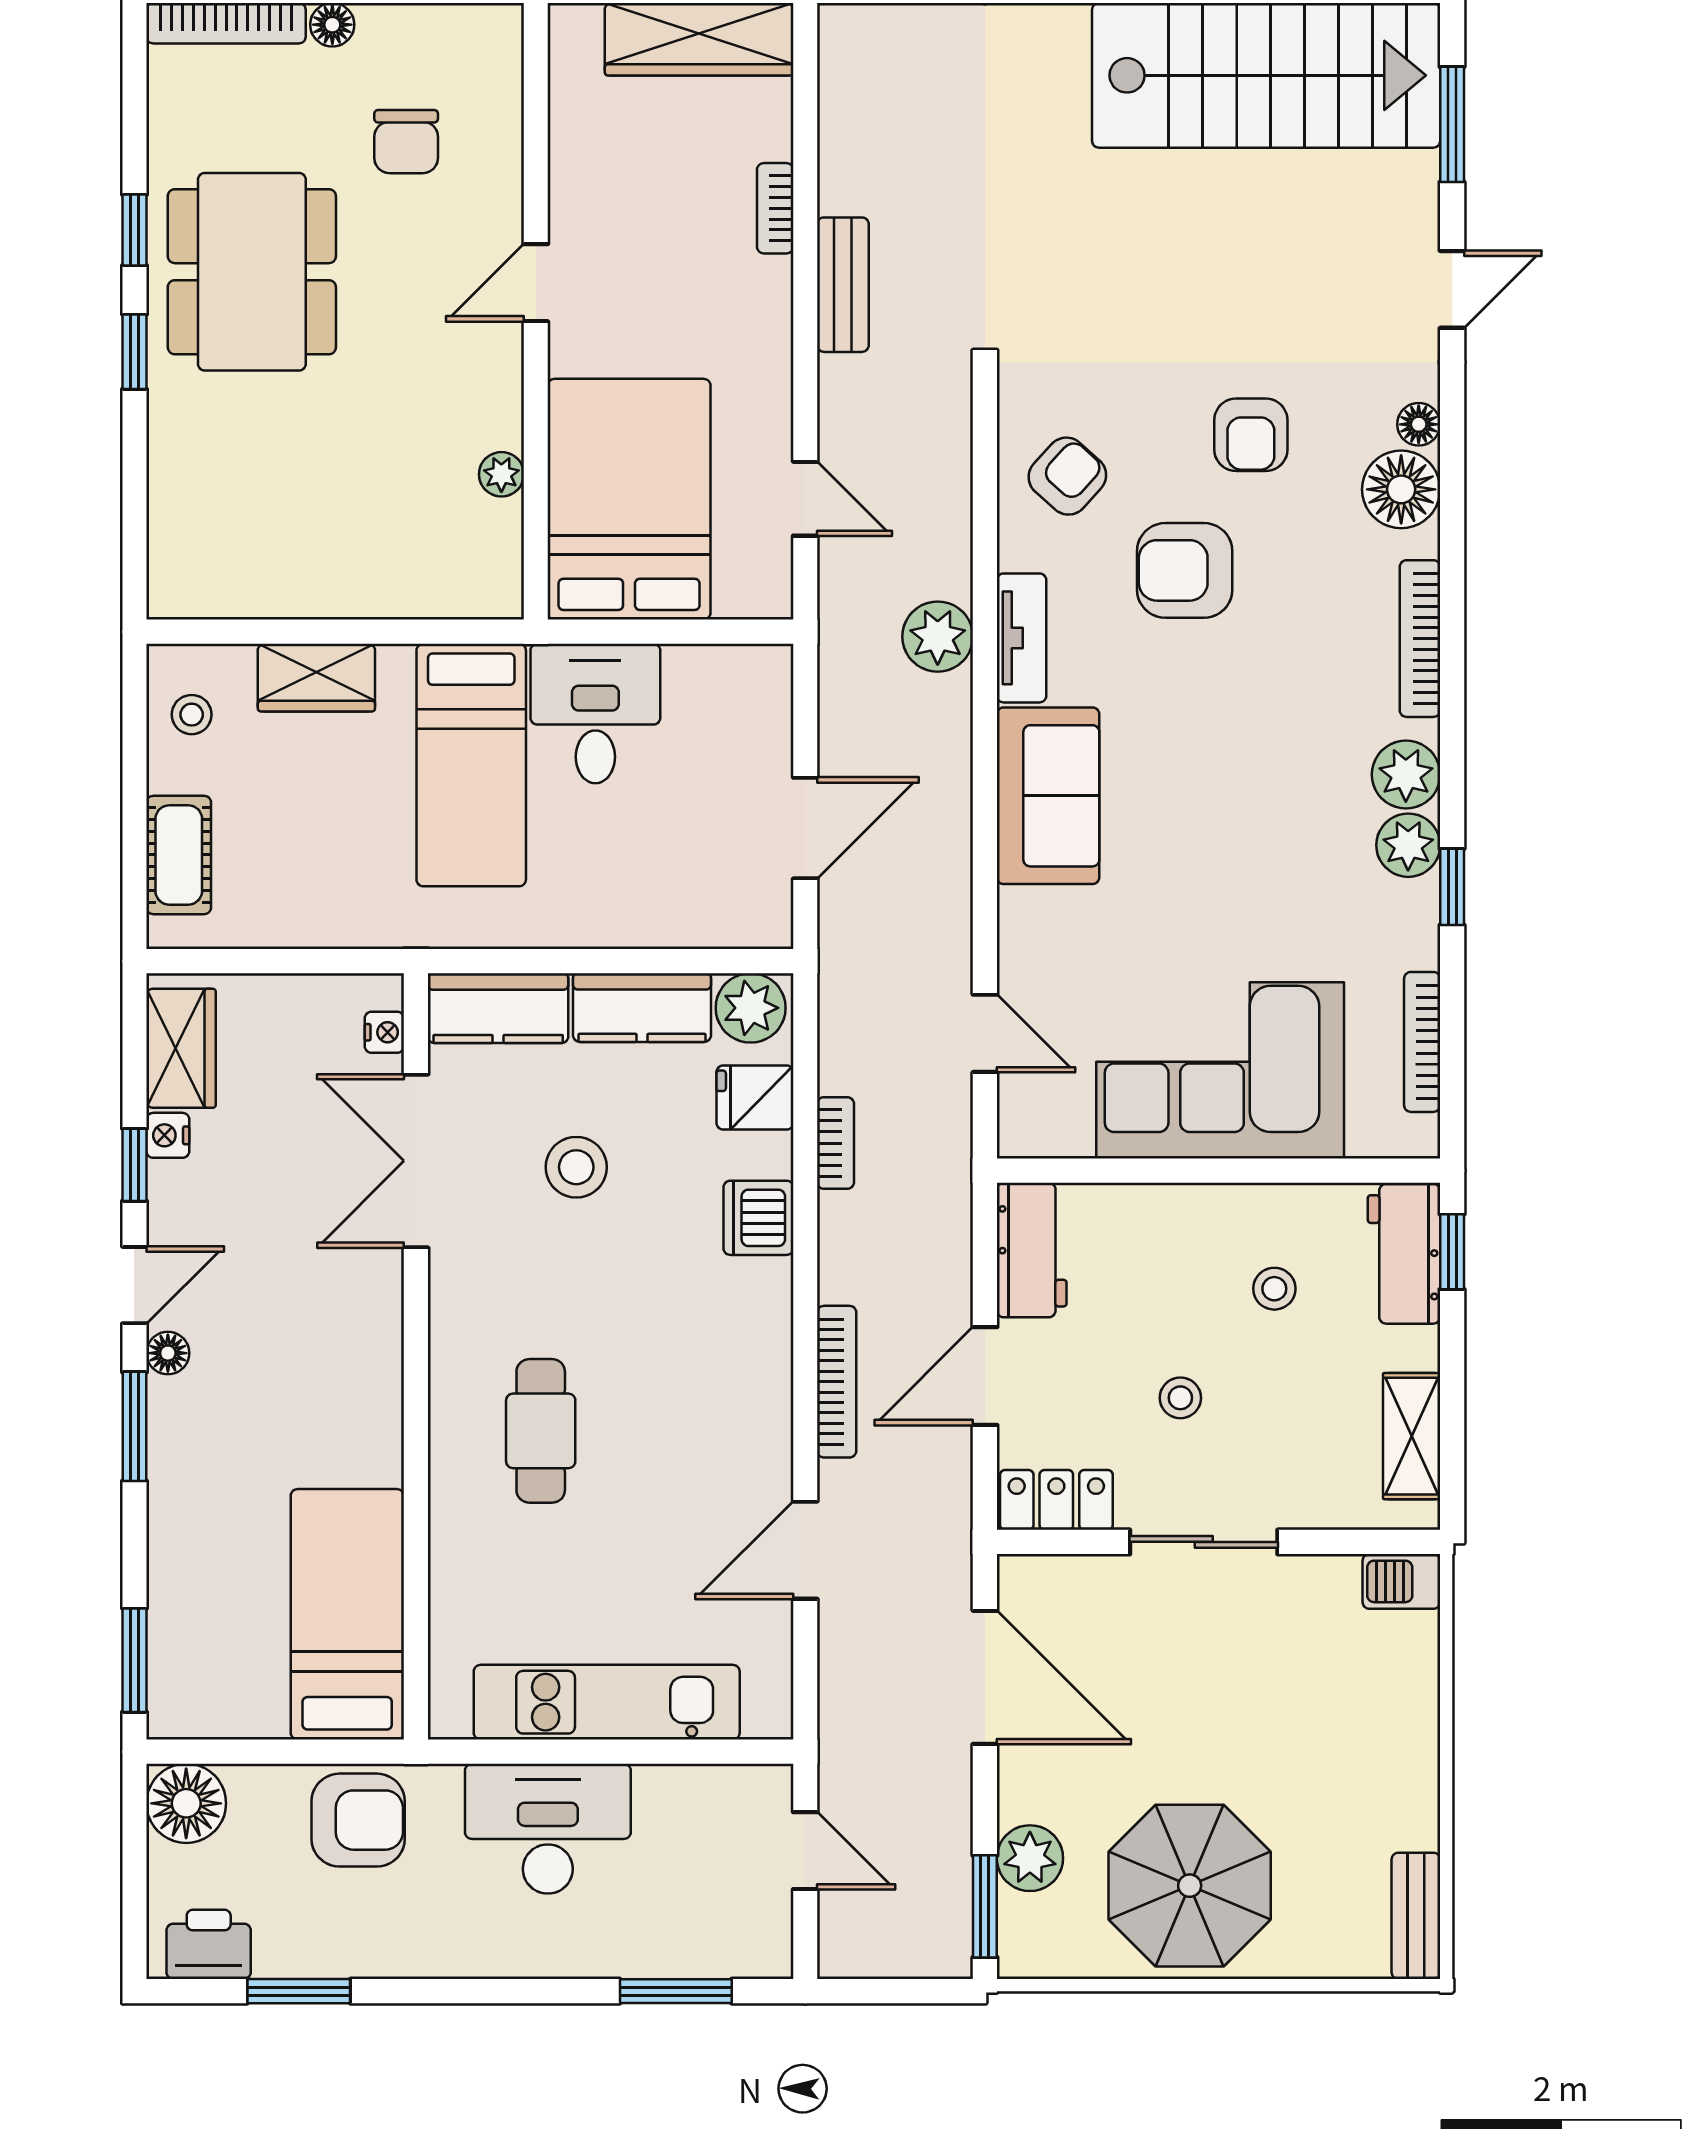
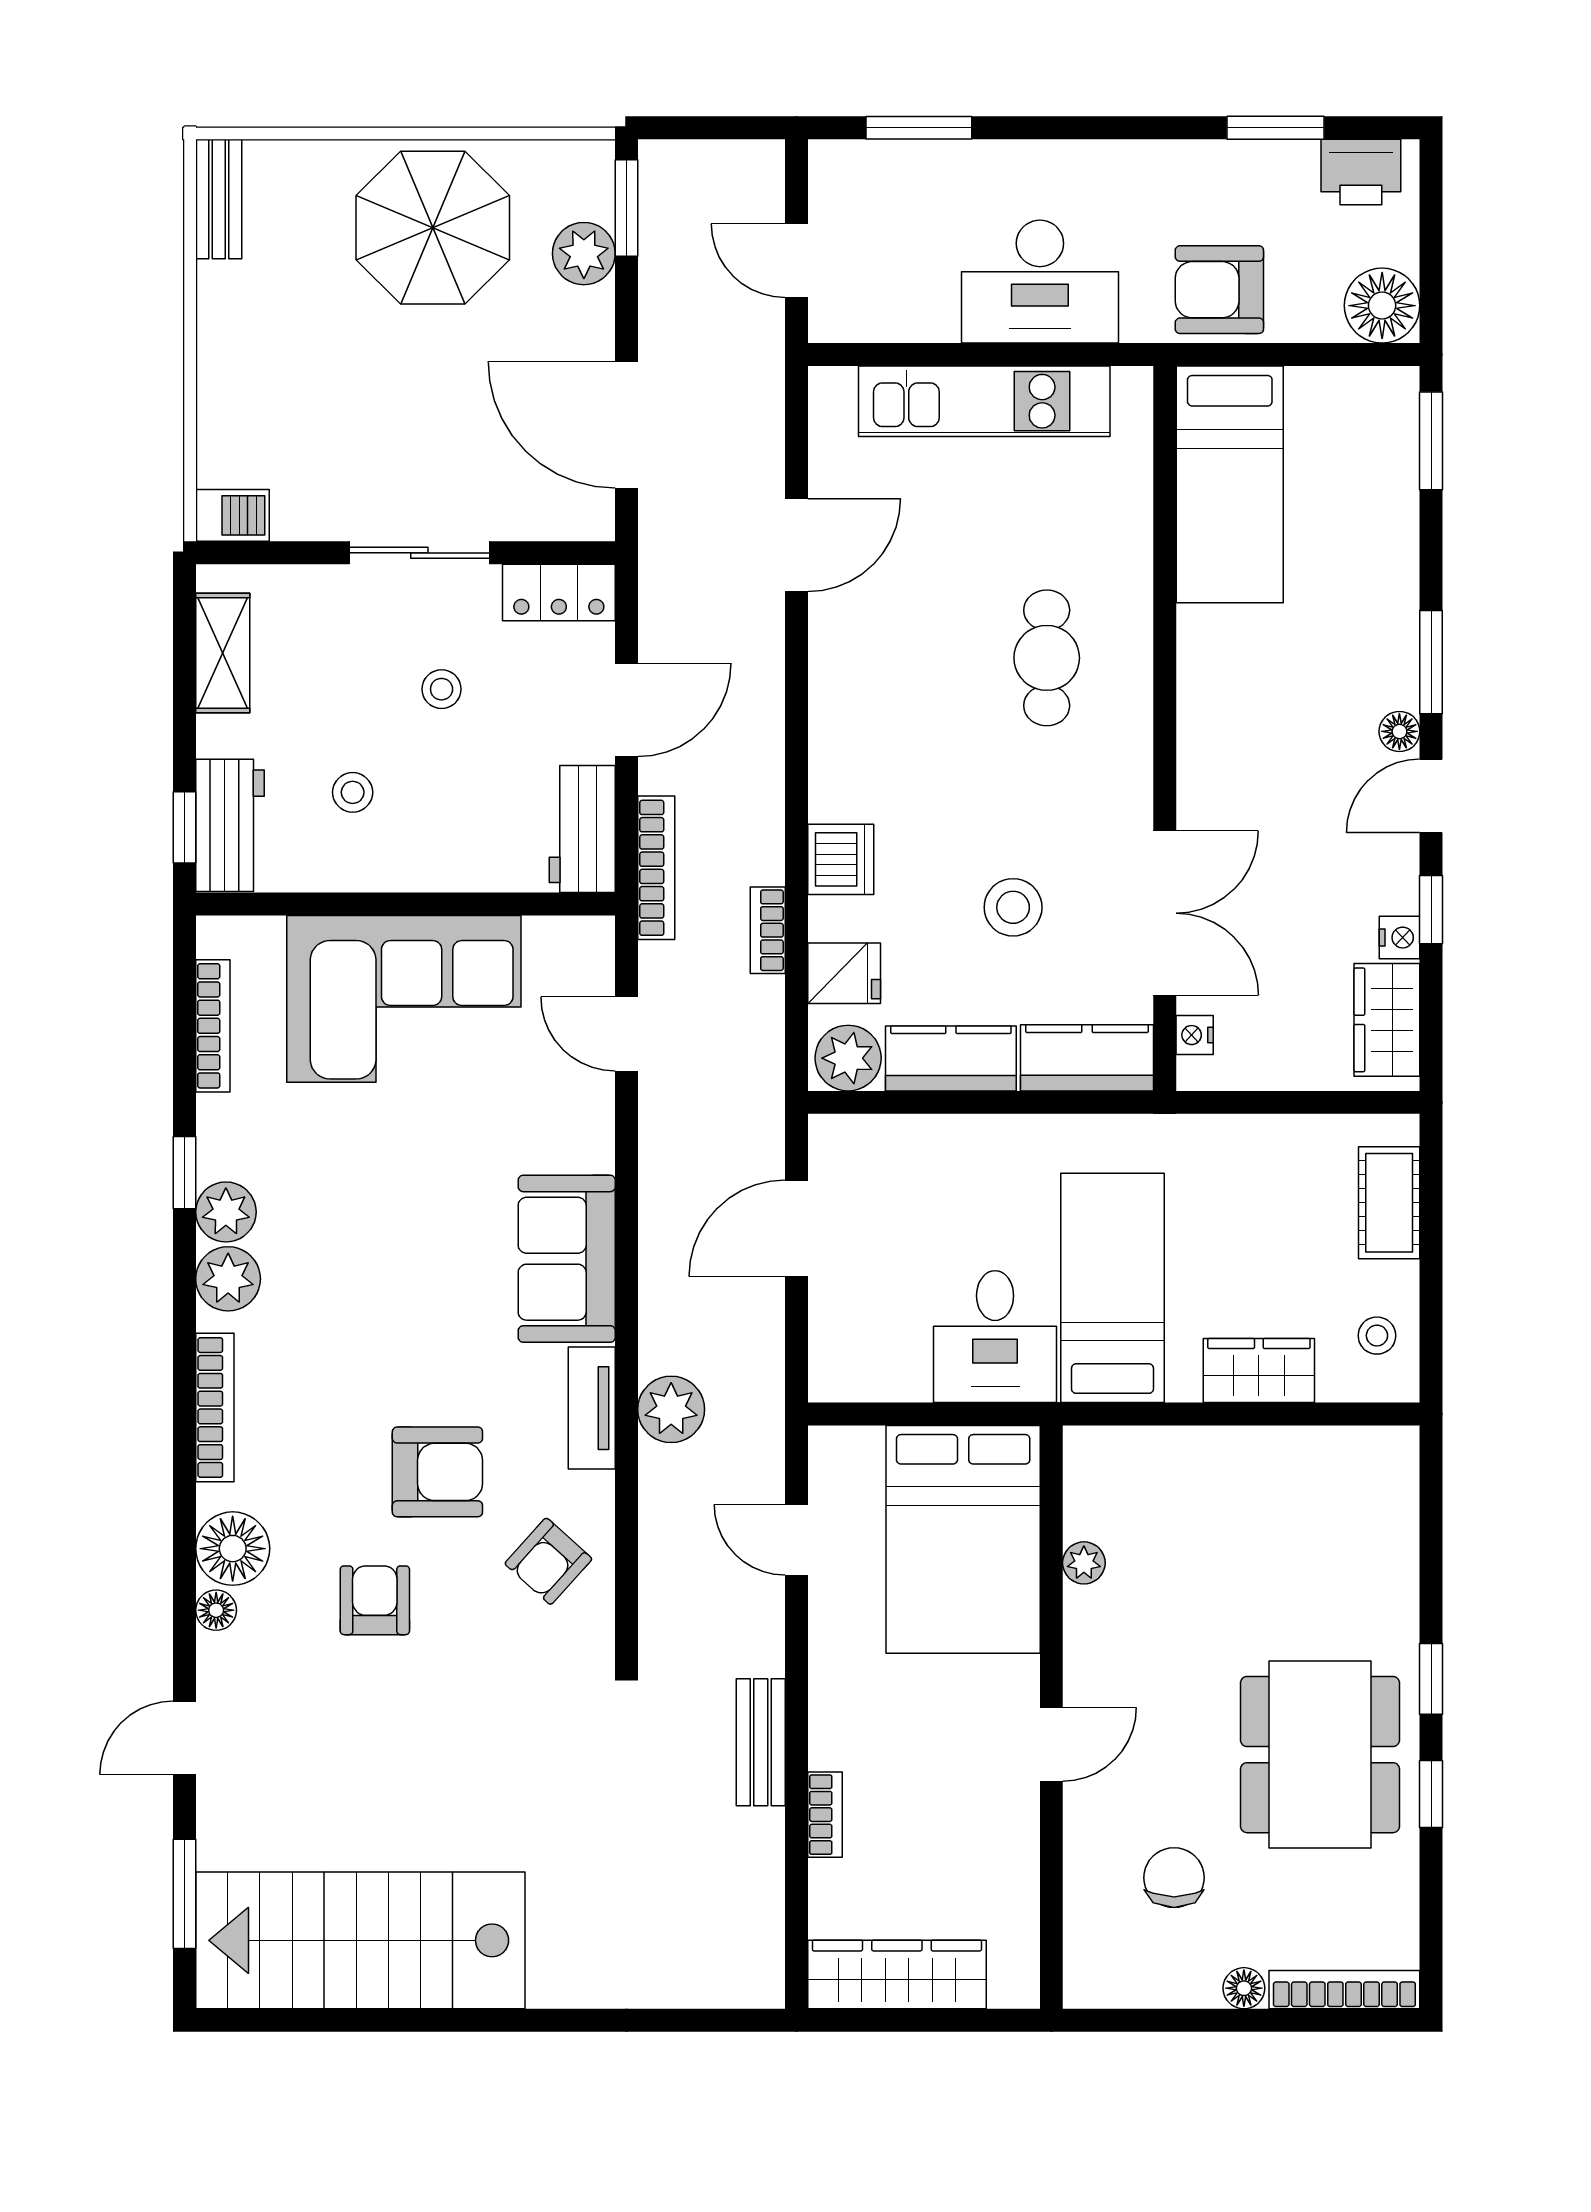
bookcase: (837, 1382) -> (656, 868), moved, turned 180

